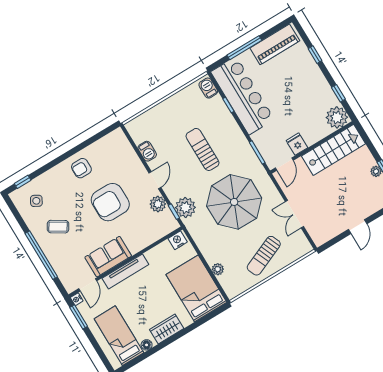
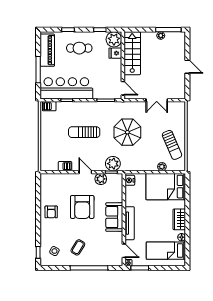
cafe table: (301, 82) -> (79, 48), added
fridge: (297, 144) -> (115, 53), moved
parasol: (234, 202) -> (127, 132), width x0.73, depth x0.73
sun lounger: (264, 256) -> (172, 145), moved
sofa: (108, 257) -> (114, 217), moved

